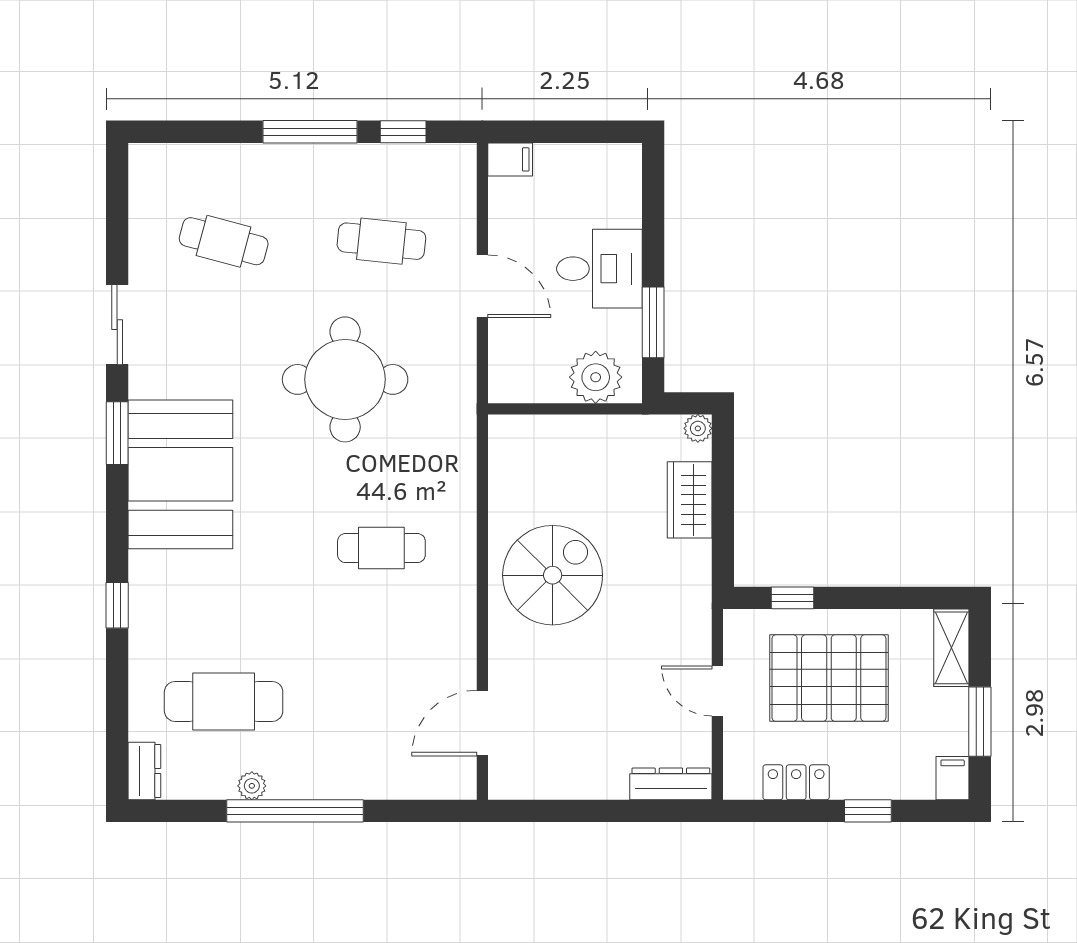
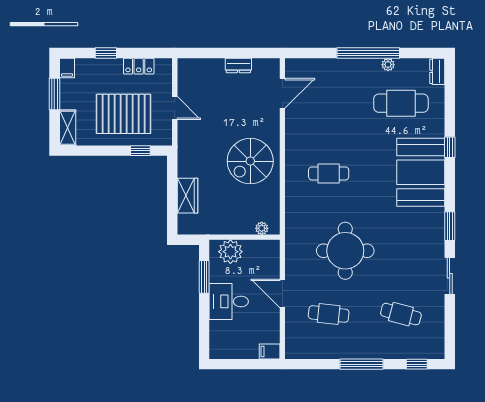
window: (403, 132) -> (417, 364), moved
plant: (698, 428) -> (262, 228), moved
booth: (180, 474) -> (421, 172), moved
dresser: (671, 784) -> (238, 65), moved, width x0.70

